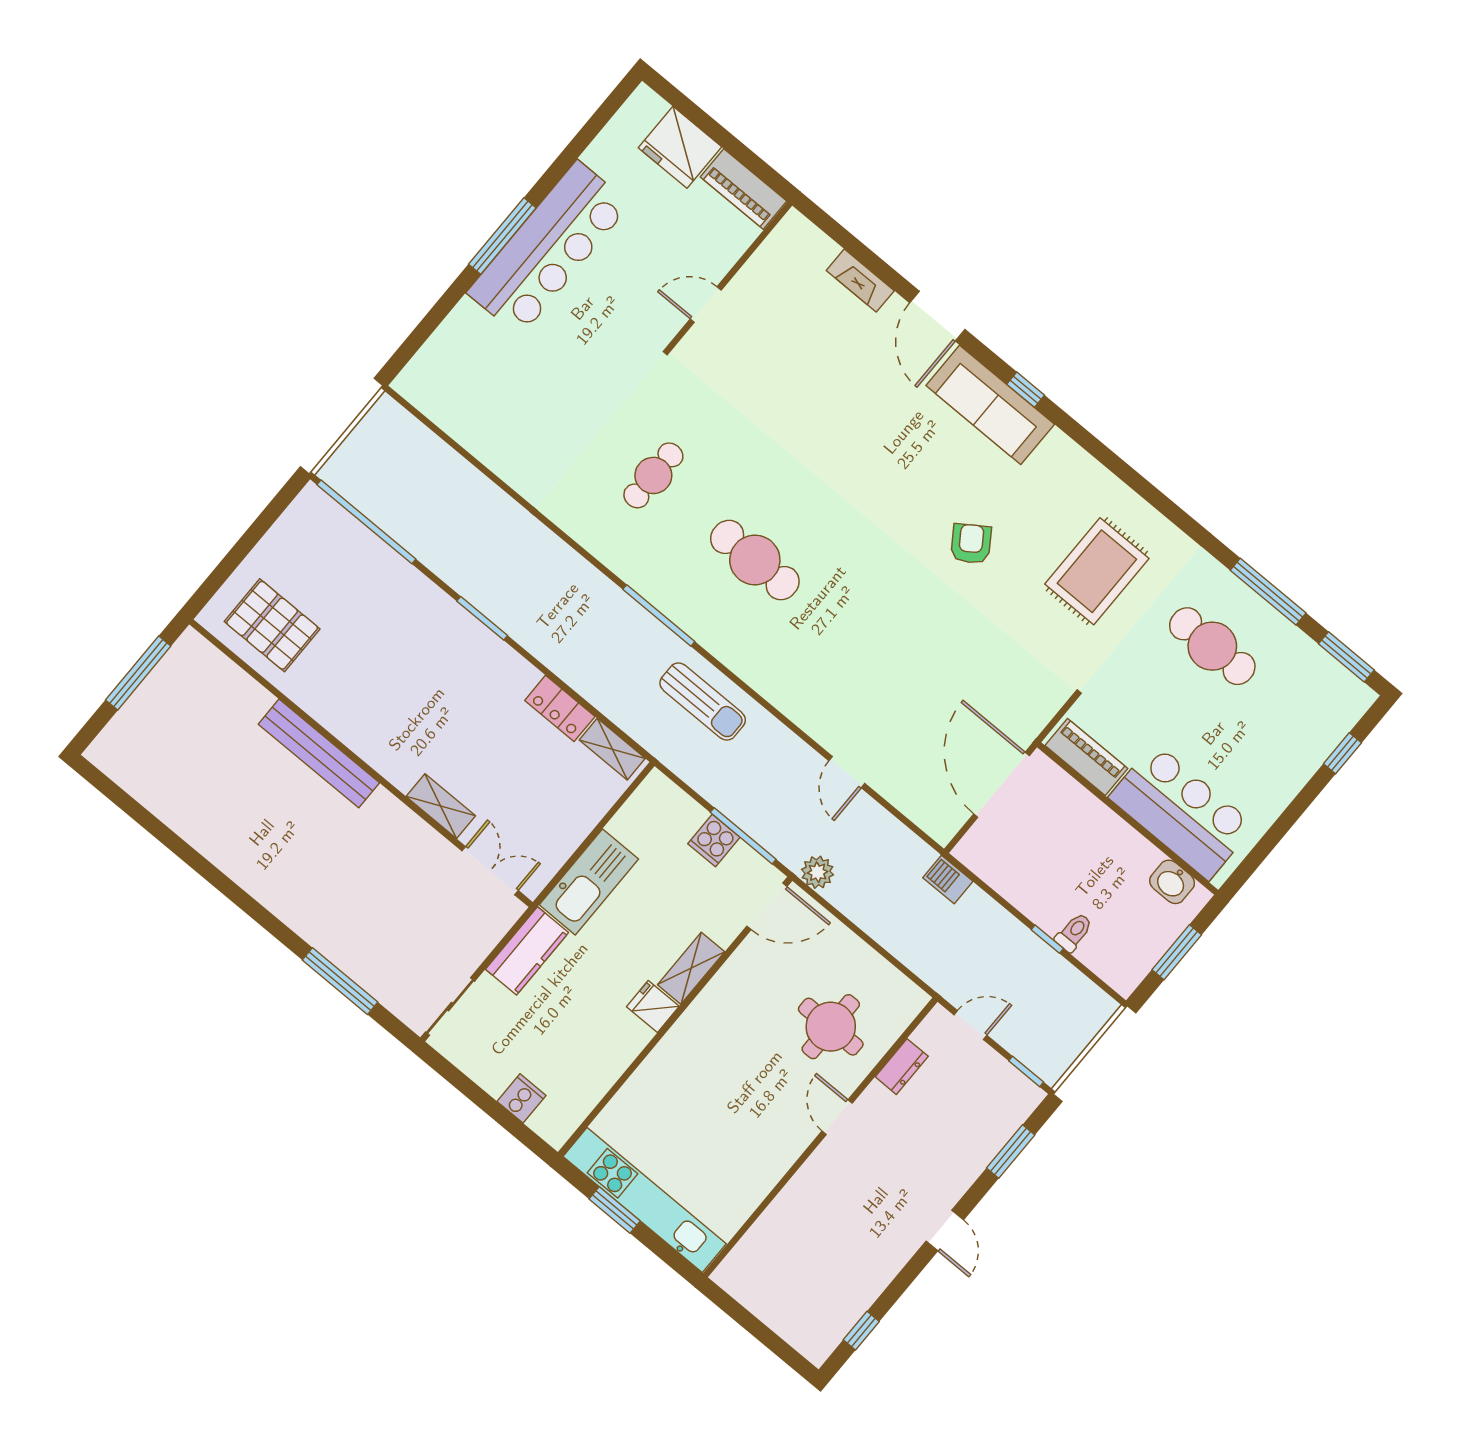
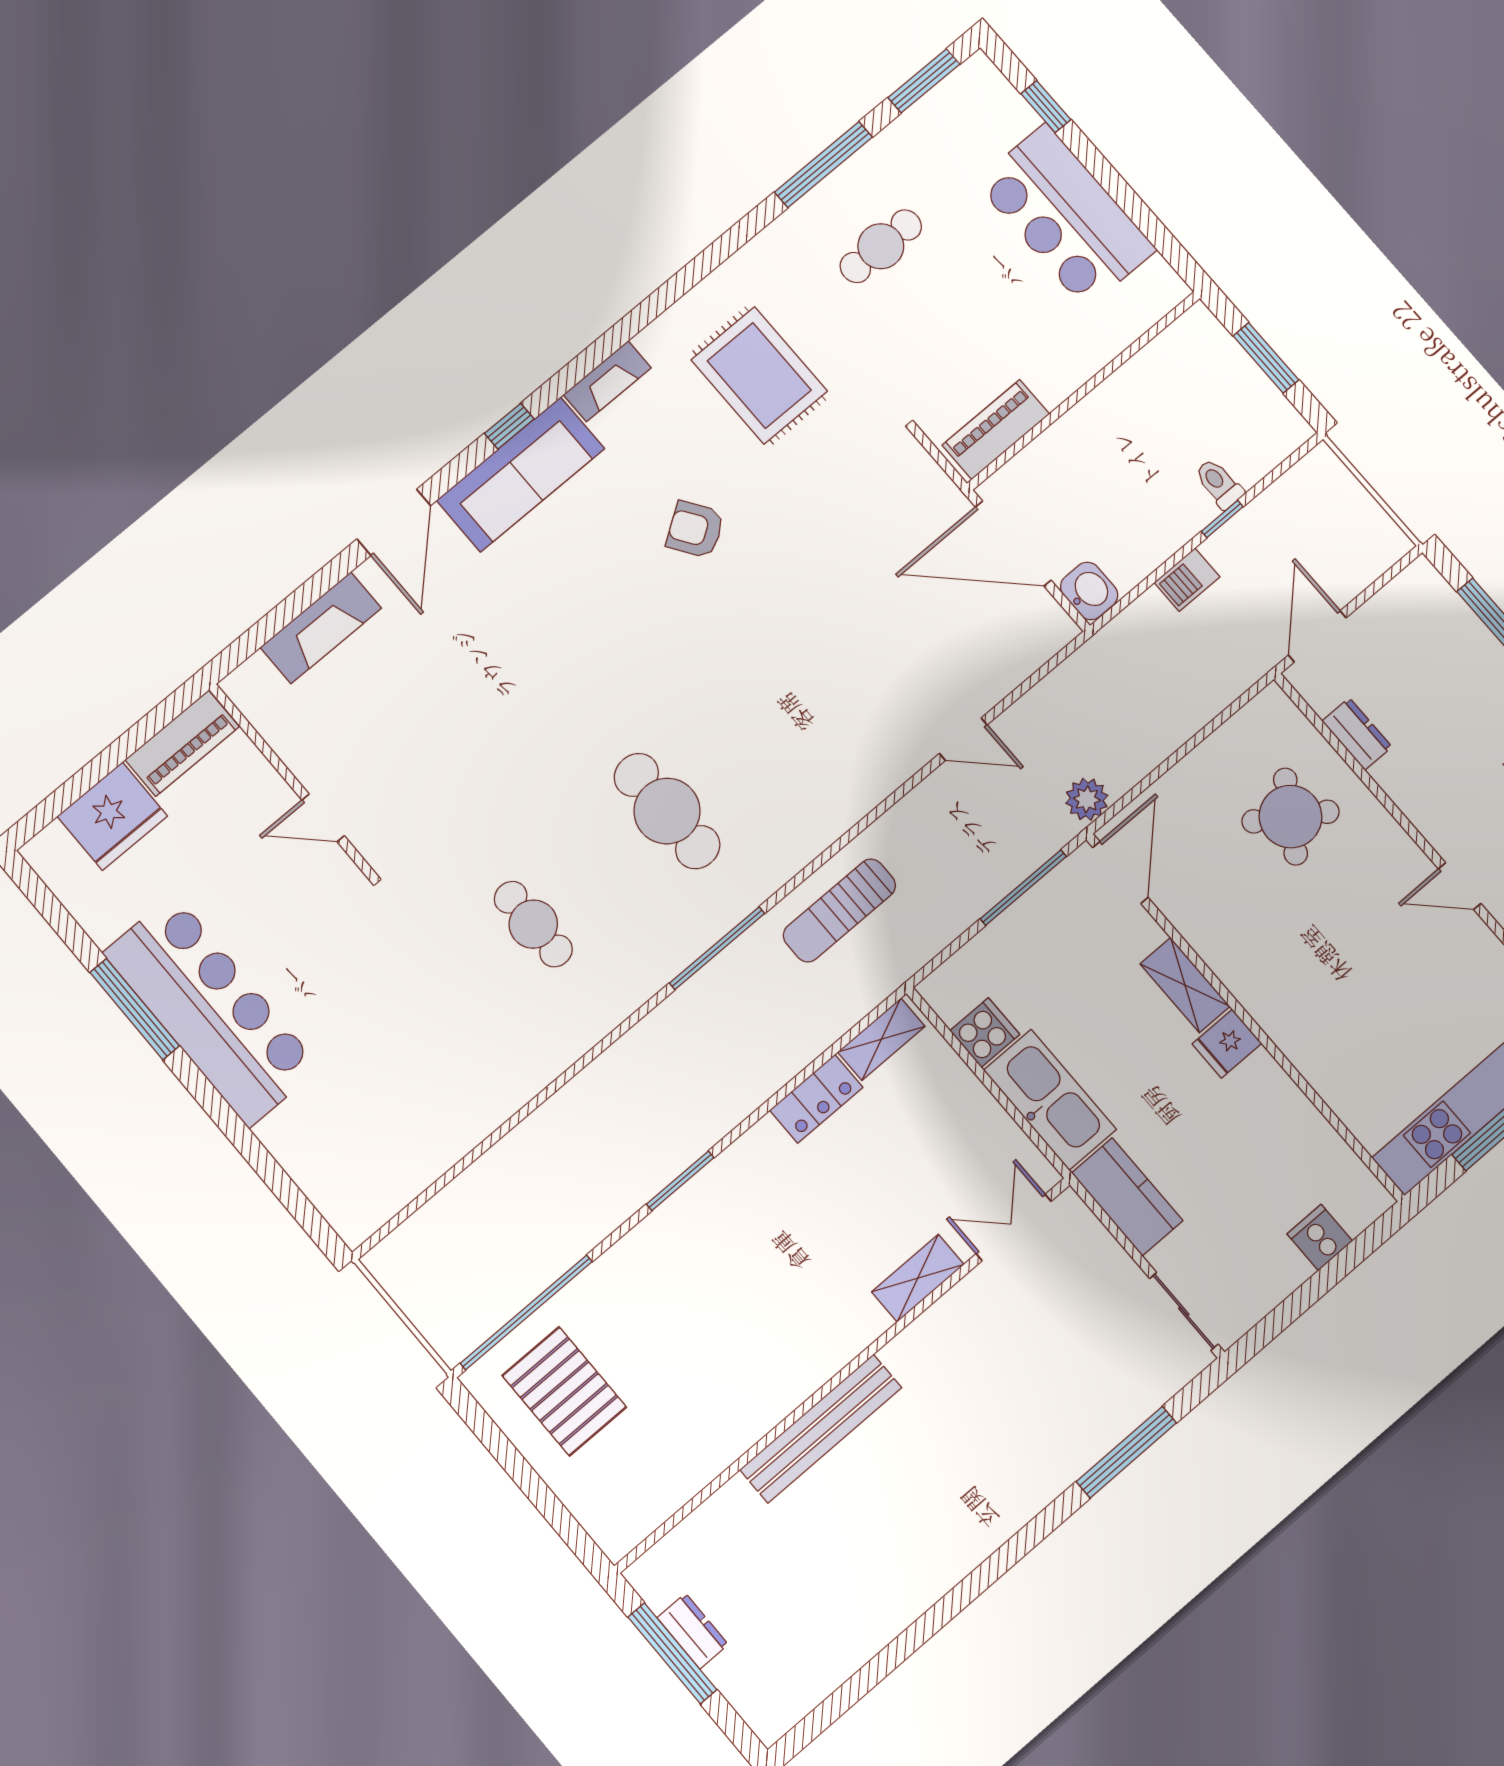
window: (502, 236) -> (135, 1009), moved
fireplace: (860, 281) -> (321, 628), width x1.37, depth x1.32
door: (706, 305) -> (323, 818), hinge flipped
door: (937, 316) -> (394, 522), hinge flipped
fireplace: (1073, 457) -> (607, 381), added
cafe table: (755, 560) -> (667, 811), turned 90
pallet: (272, 625) -> (564, 1391), moved, turned 90
cafe table: (1212, 646) -> (881, 246), width x0.73, depth x0.74
dresser: (157, 685) -> (693, 1631), added
sun lounger: (703, 702) -> (839, 910), turned 180
bar counter: (1182, 811) -> (1066, 216), moved, turned -90
cooker: (714, 841) -> (985, 1033), moved, turned -90
barbecue: (948, 879) -> (1187, 580), moved
washbasin: (1172, 882) -> (1089, 591), moved, turned -90
door: (970, 1025) -> (1317, 636), width x1.38
round table: (831, 1027) -> (1290, 817), turned 33
window: (1026, 1071) -> (1389, 575), removed
door: (837, 1117) -> (1460, 886), moved

